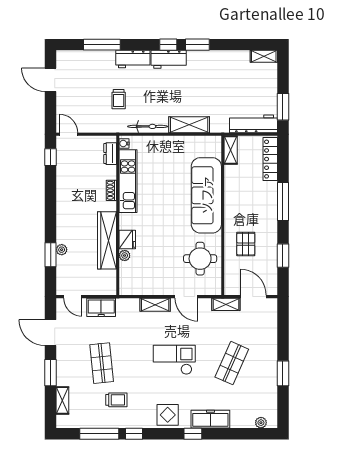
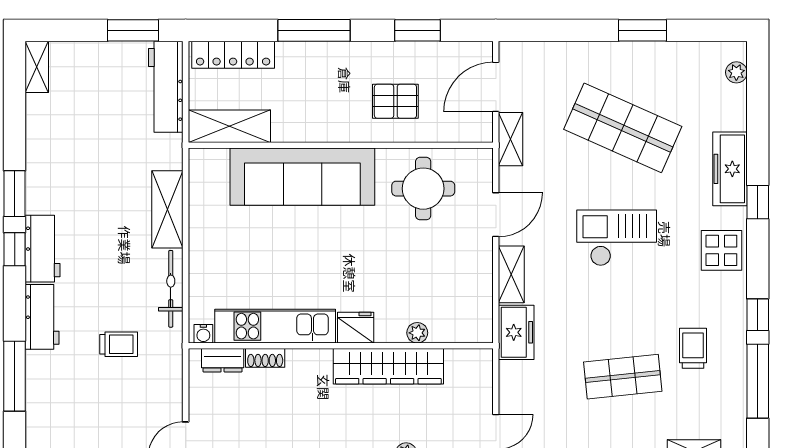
shelving: (231, 150) -> (229, 126), width x1.50, depth x1.33
shoe rack: (111, 190) -> (265, 358), moved
fridge: (127, 239) -> (356, 328), moved
freezer: (101, 307) -> (516, 332), moved
checkout: (174, 360) -> (617, 238), turned 90
shop shelf: (232, 363) -> (623, 128), width x1.43, depth x1.36

